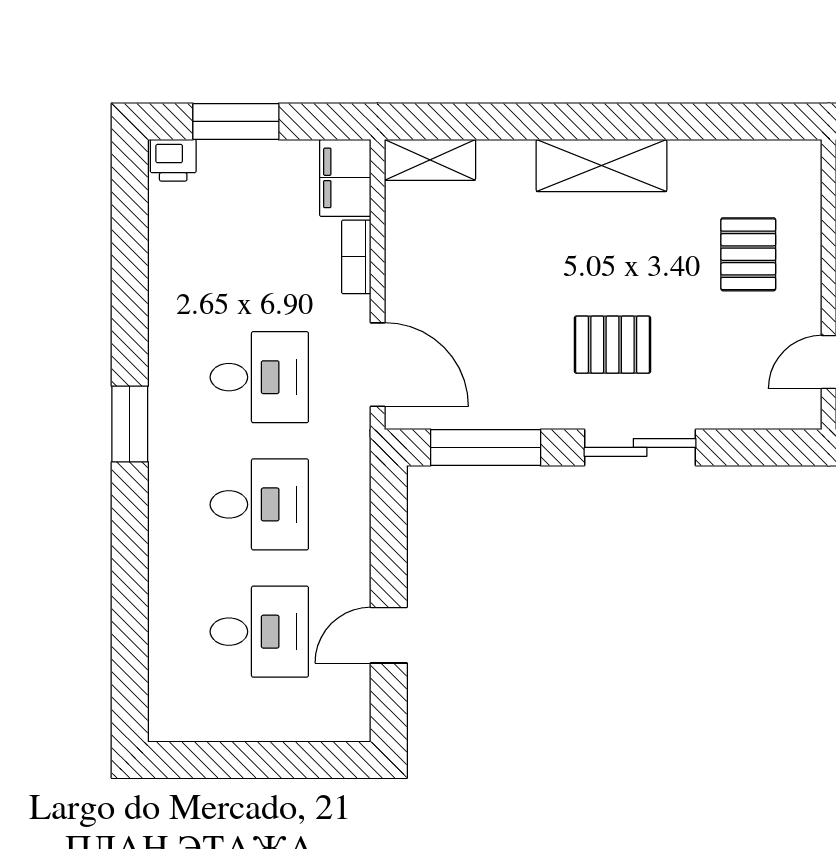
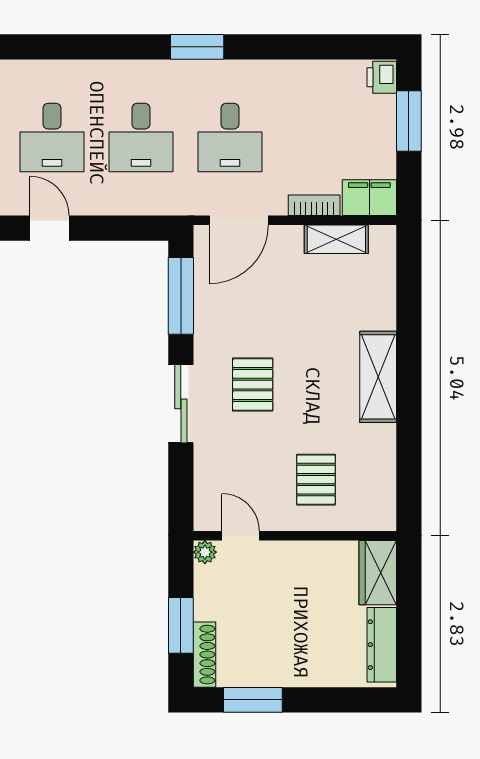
shelving: (430, 160) -> (336, 239), moved, turned 90
pallet: (748, 254) -> (316, 480), turned 90

